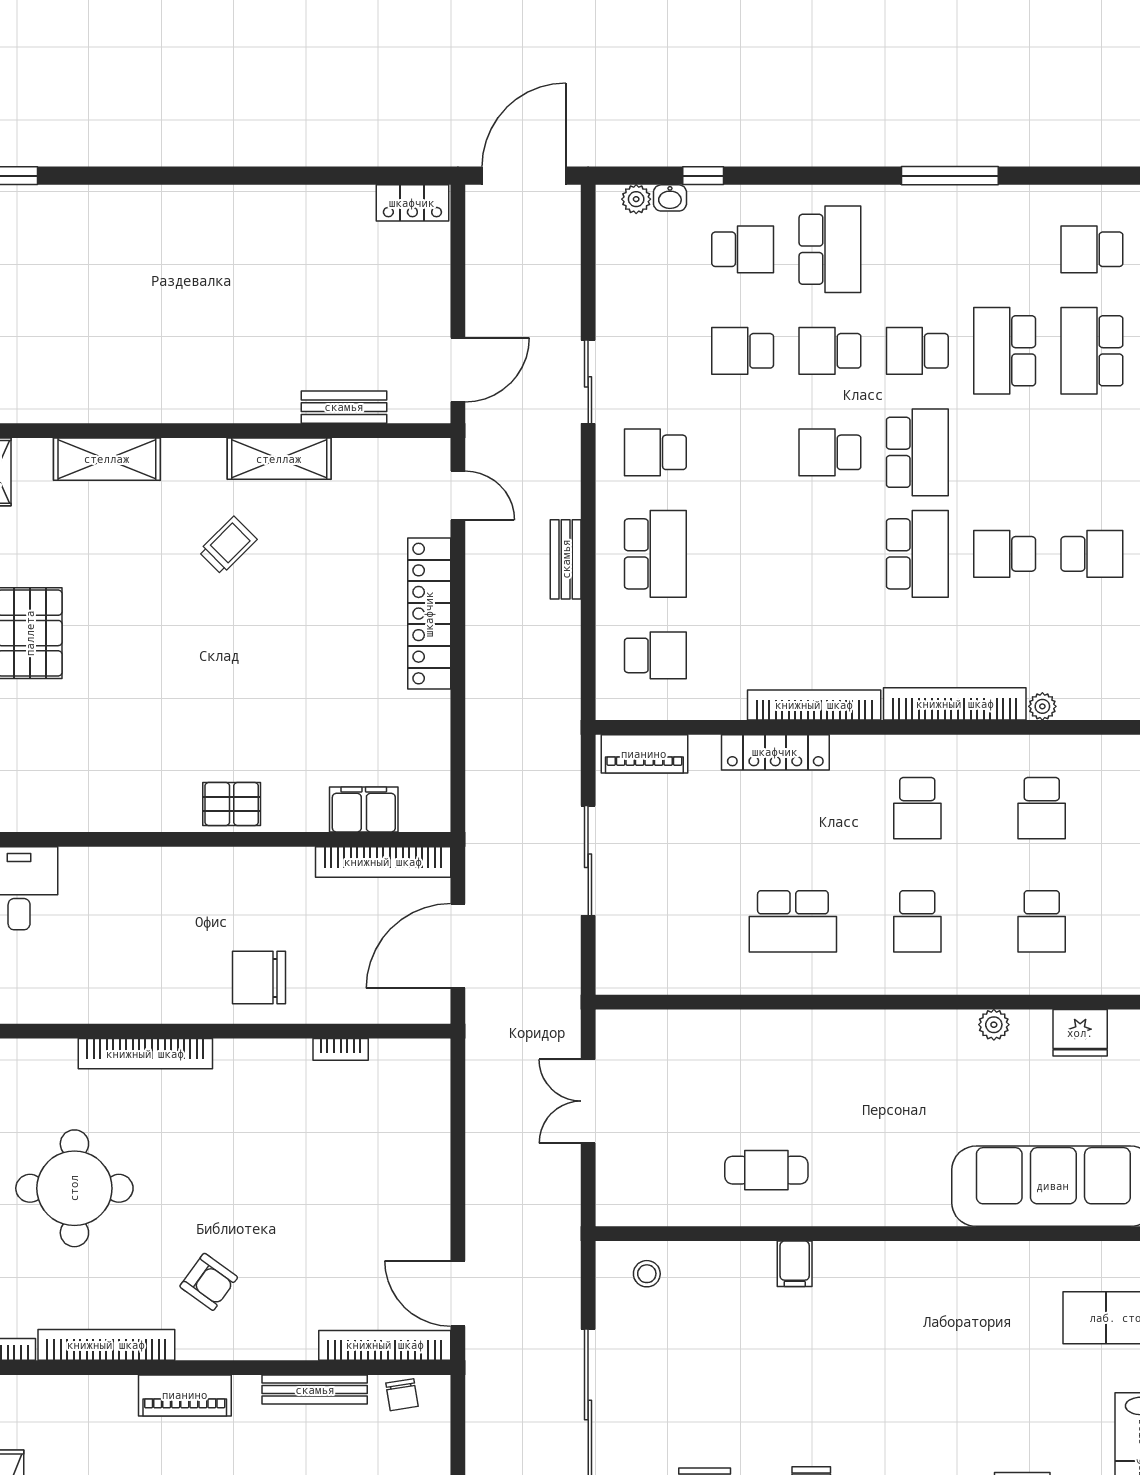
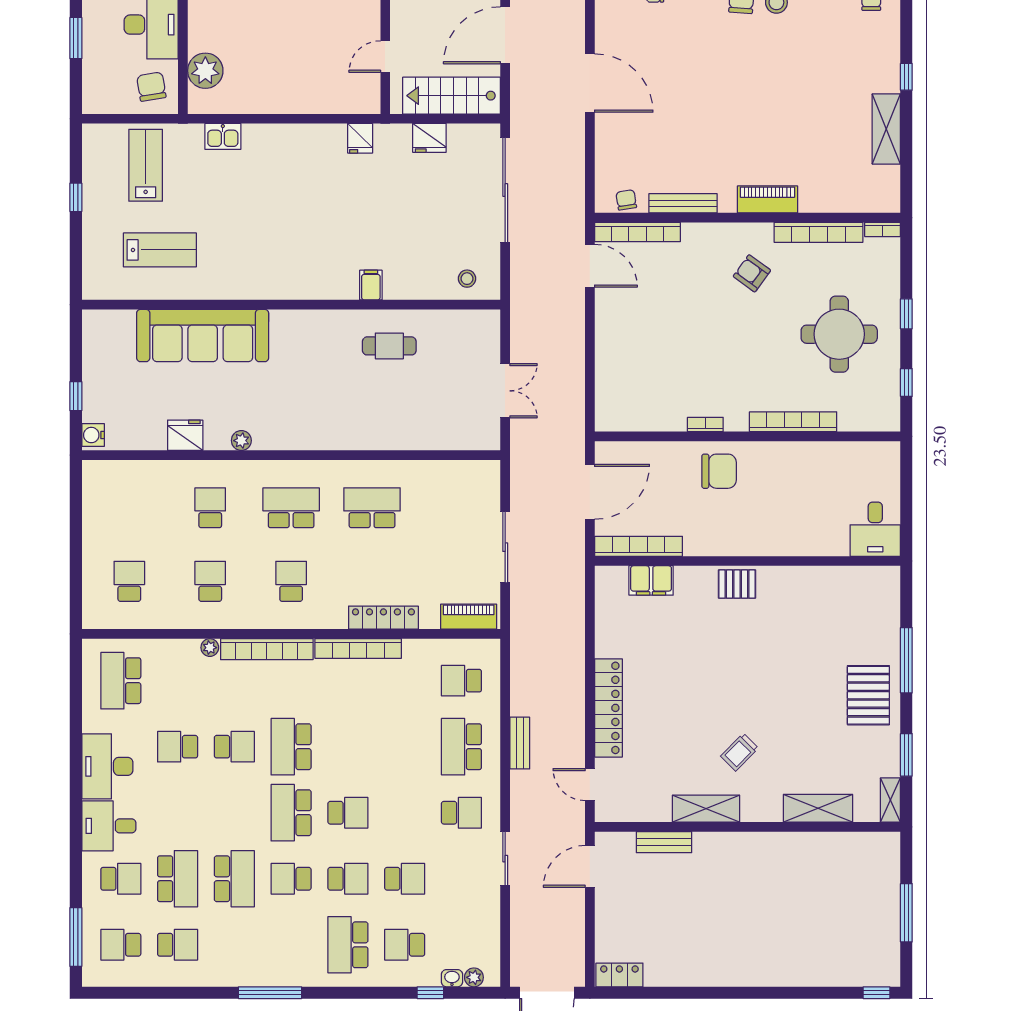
school desk: (917, 351) -> (291, 879), turned 180
school desk: (917, 921) -> (291, 508), width x1.85
bookcase: (341, 1049) -> (705, 424), moved

